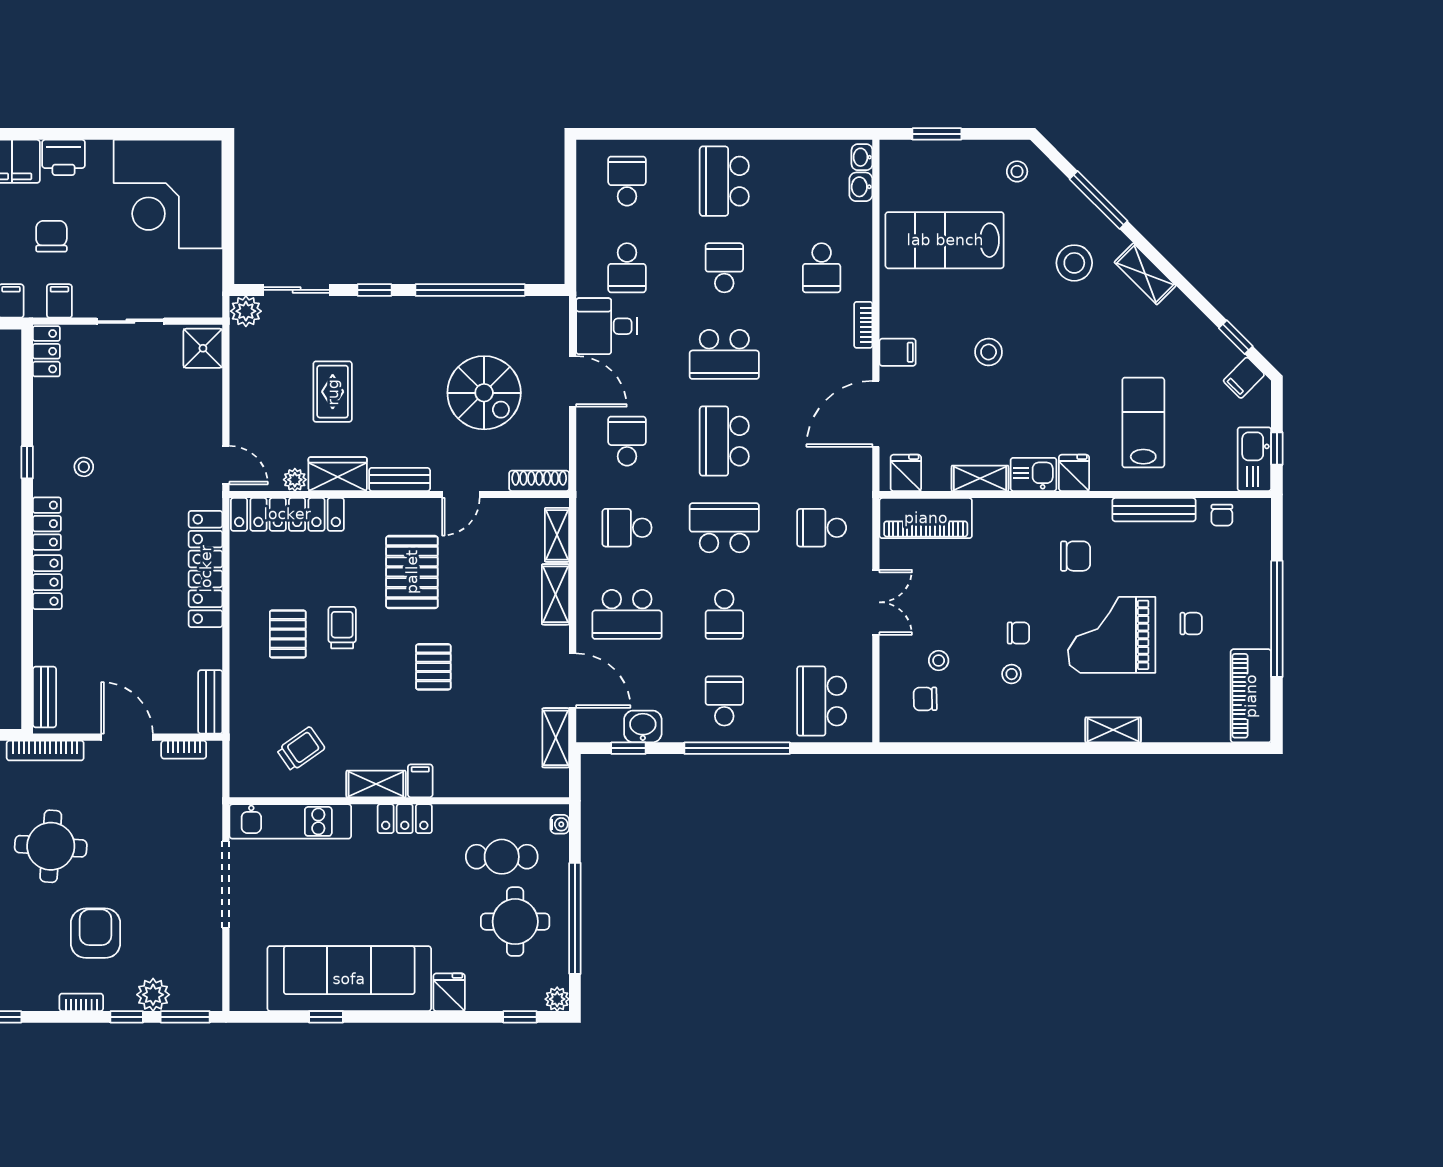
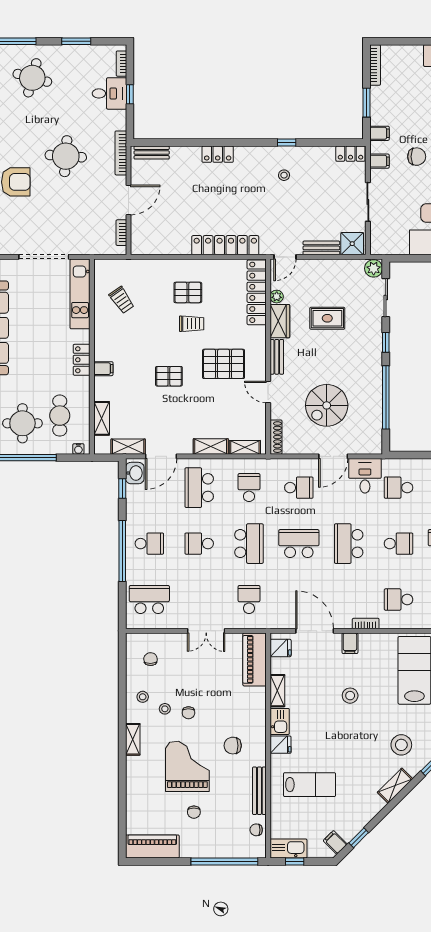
locker: (47, 524) -> (251, 154), removed
chair: (1075, 556) -> (233, 746), turned 90
window: (1277, 619) -> (224, 861), moved
stool: (939, 660) -> (143, 697), moved
bench: (210, 702) -> (321, 248), moved
washbasin: (643, 726) -> (135, 473), moved
shelving: (1113, 730) -> (133, 739), moved
shelving: (376, 784) -> (102, 418), moved

